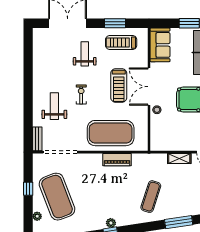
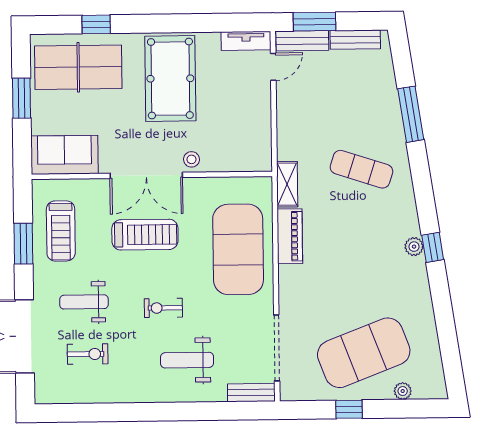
exercise bike: (58, 55) -> (88, 354), added
shelving: (179, 158) -> (287, 184), moved

